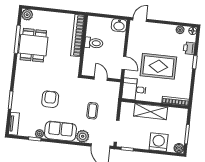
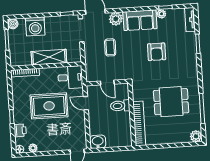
toilet: (94, 43) -> (120, 106), moved
dining table: (33, 45) -> (171, 102), moved, turned 90

